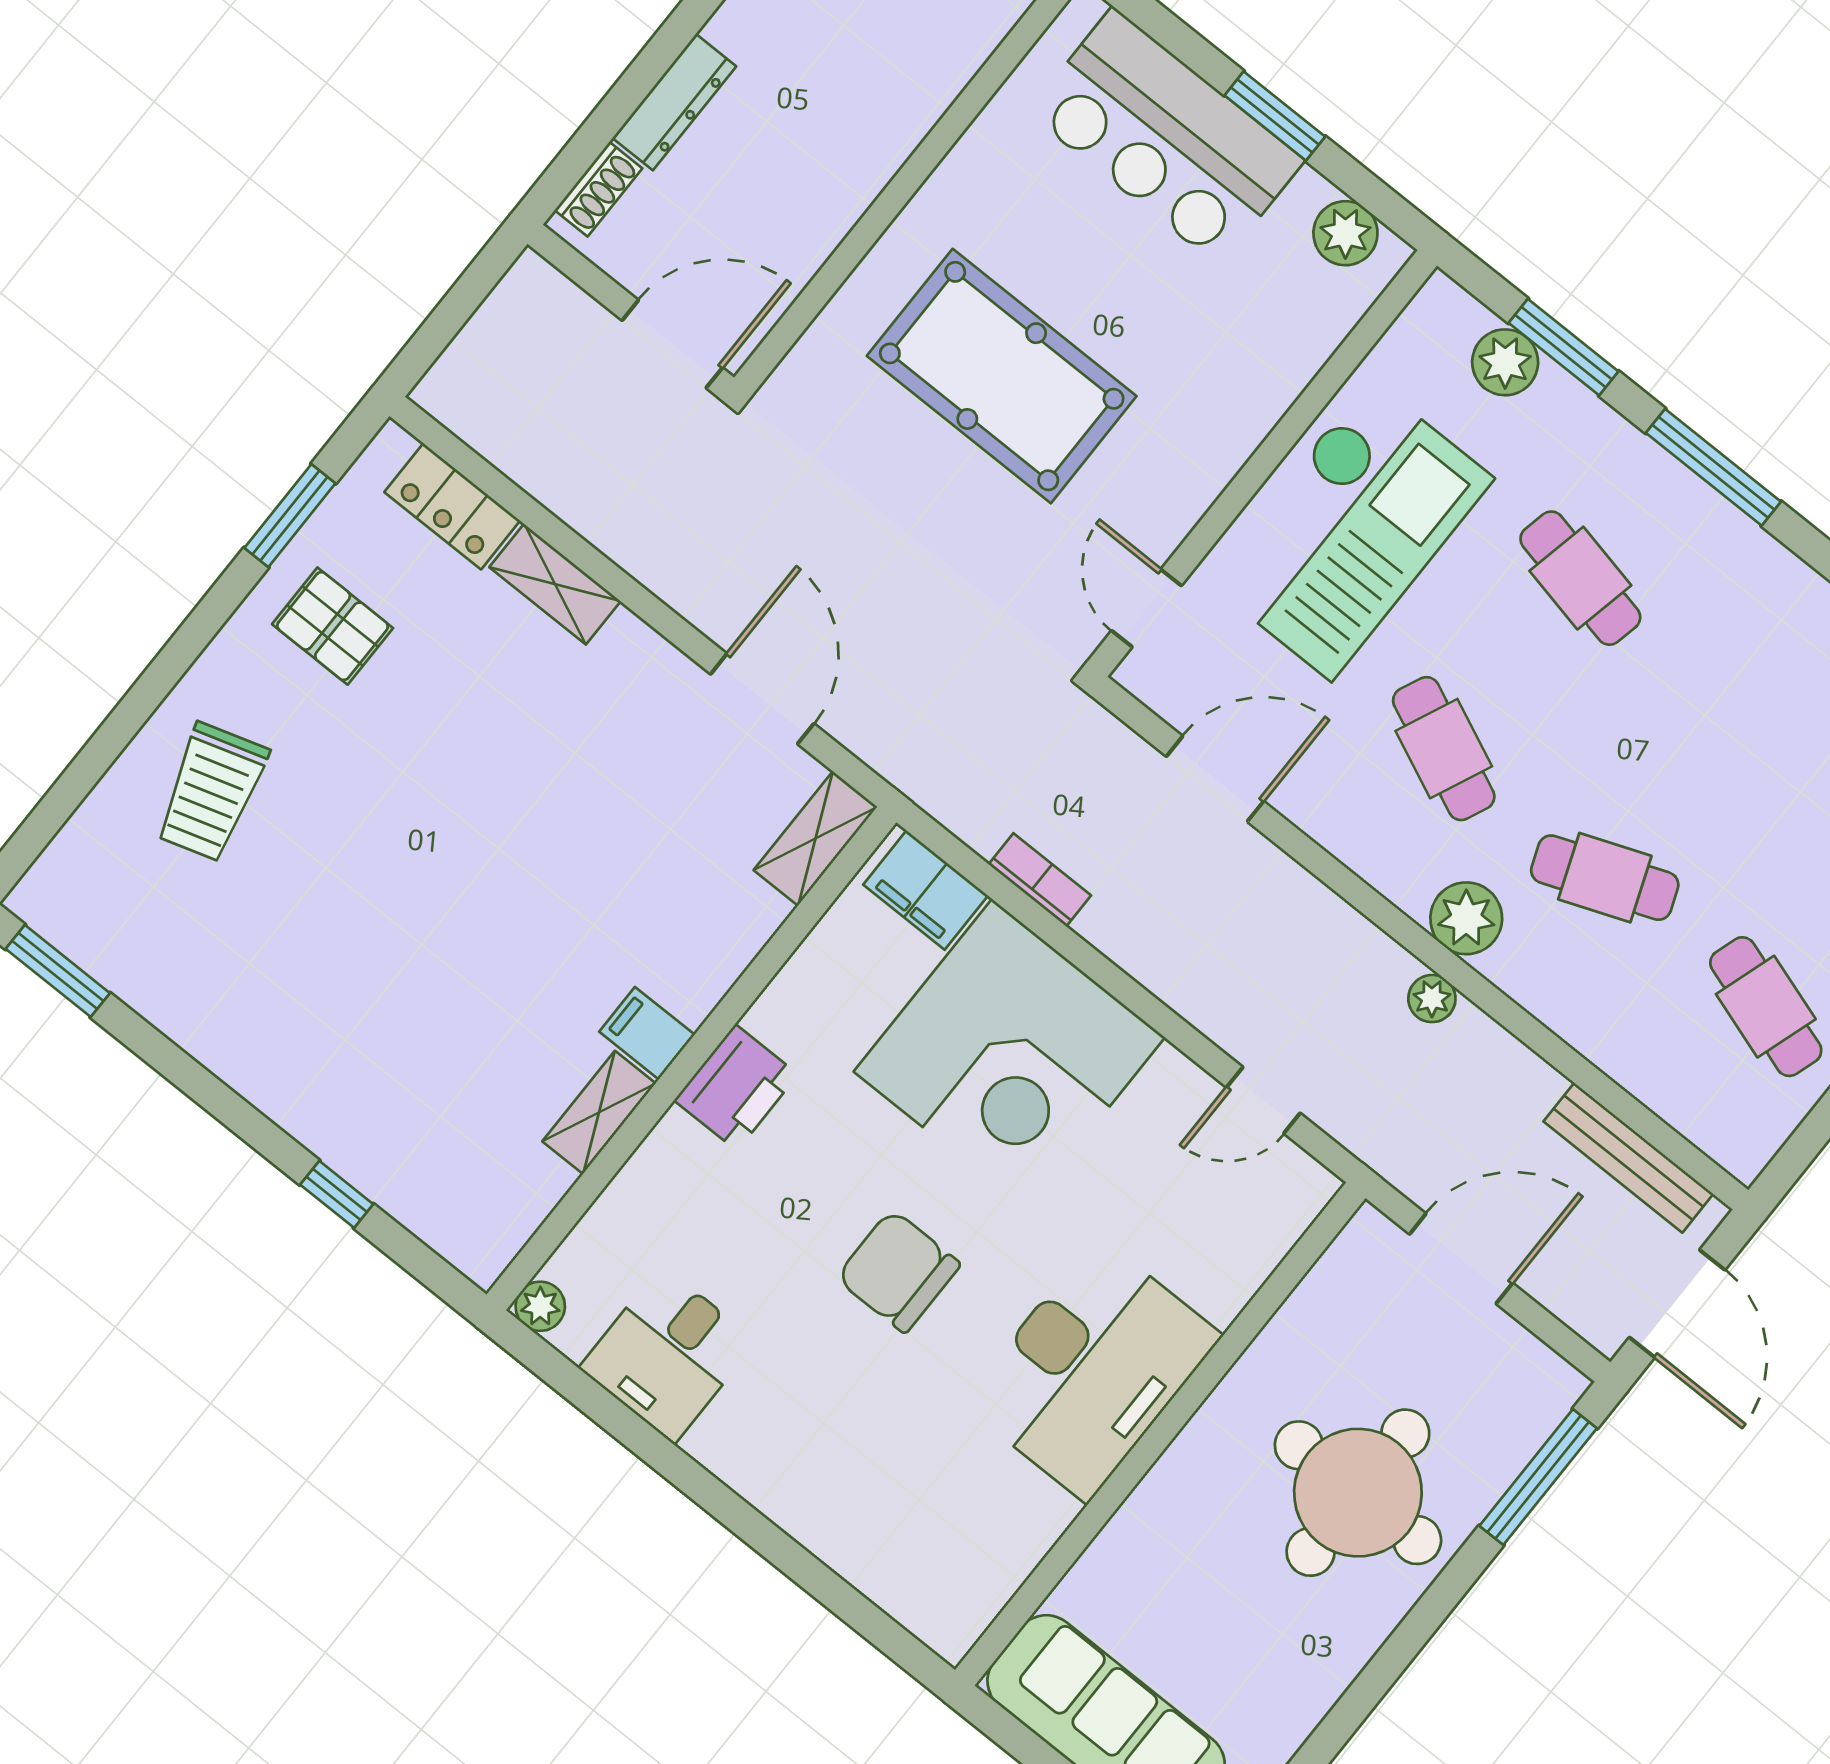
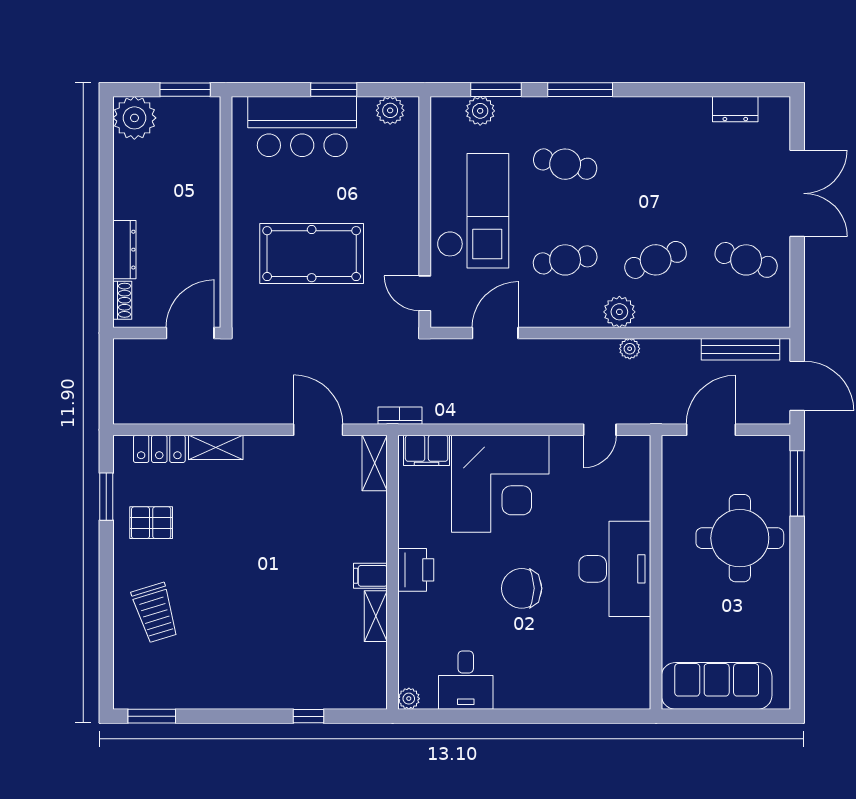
cafe table: (1444, 749) -> (565, 260), turned -33
bookcase: (1040, 880) -> (400, 416), moved

